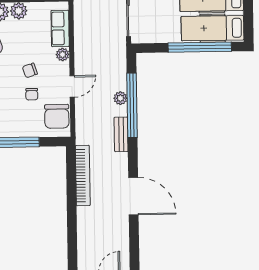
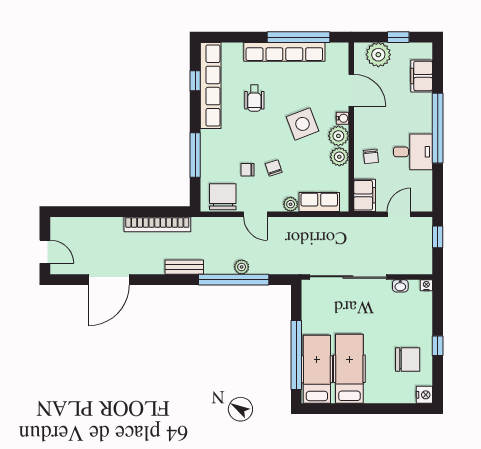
chair: (57, 116) -> (223, 197), turned 90
bench: (121, 134) -> (184, 267), moved
door: (133, 196) -> (109, 280), moved

